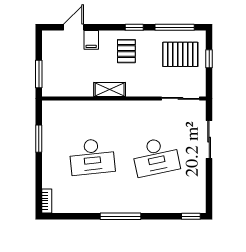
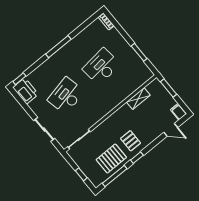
door: (74, 27) -> (171, 130), hinge flipped
filing cabinet: (91, 40) -> (179, 112), moved
pallet: (180, 54) -> (111, 158), moved
shelving: (110, 89) -> (138, 99), moved
printer: (195, 198) -> (26, 91), added

